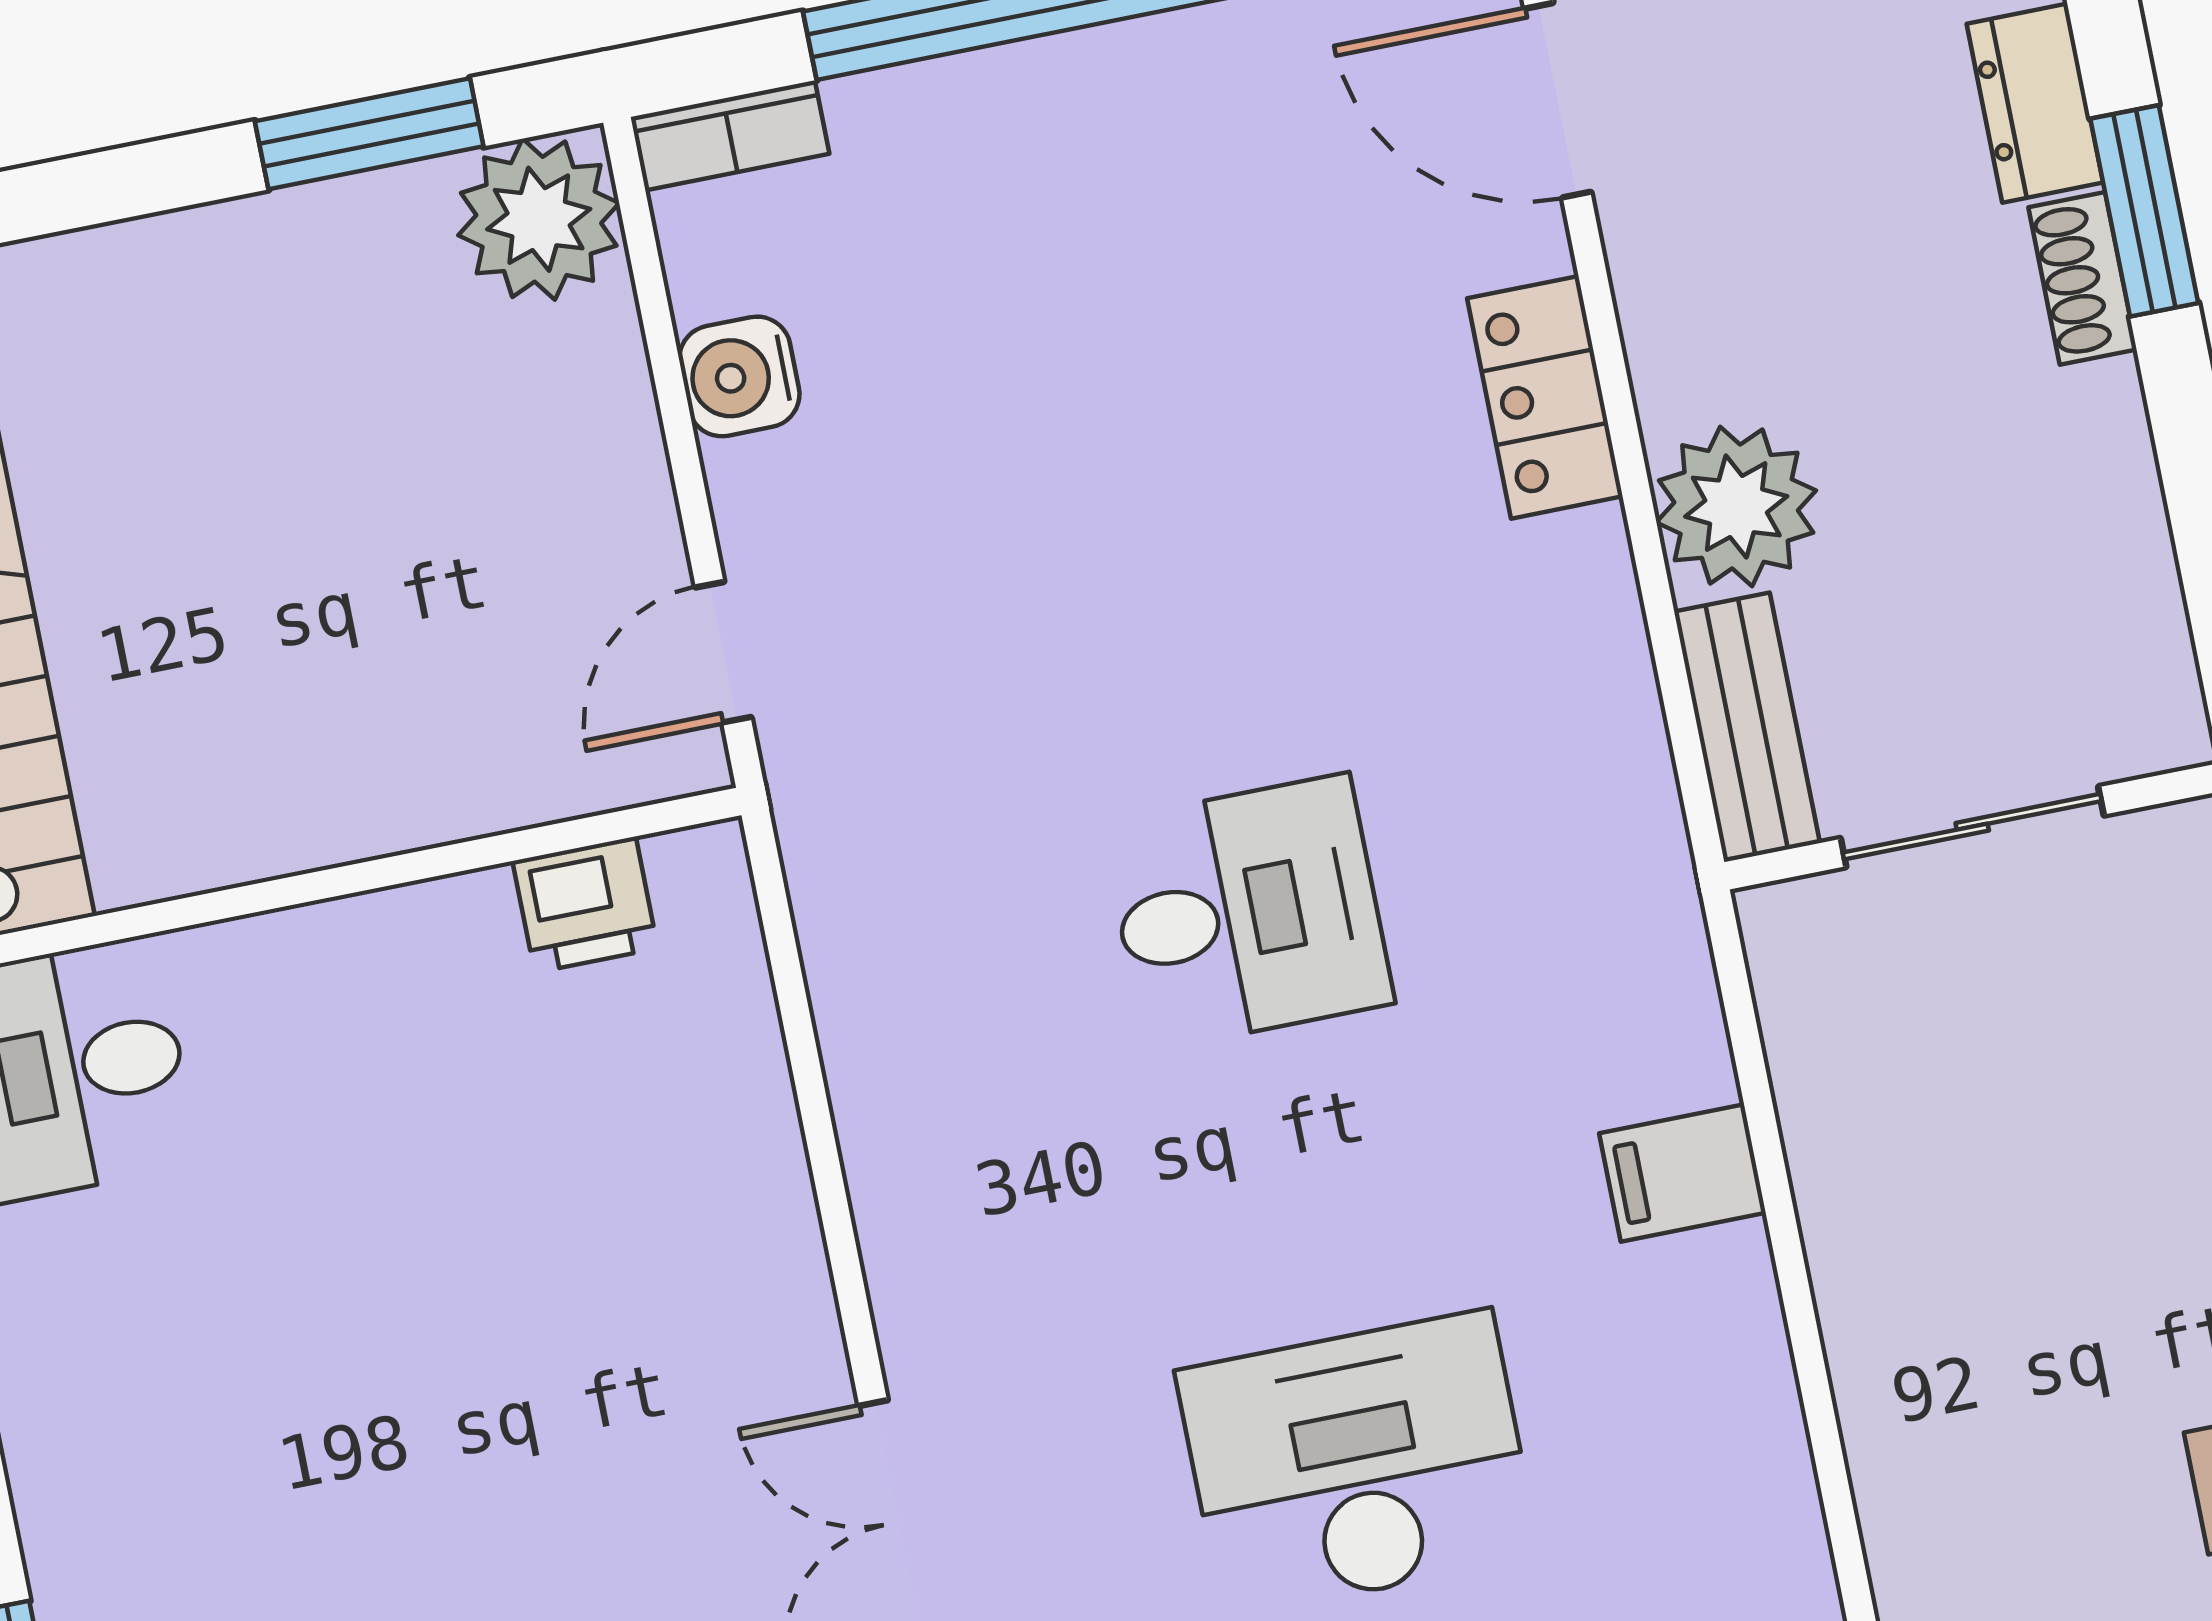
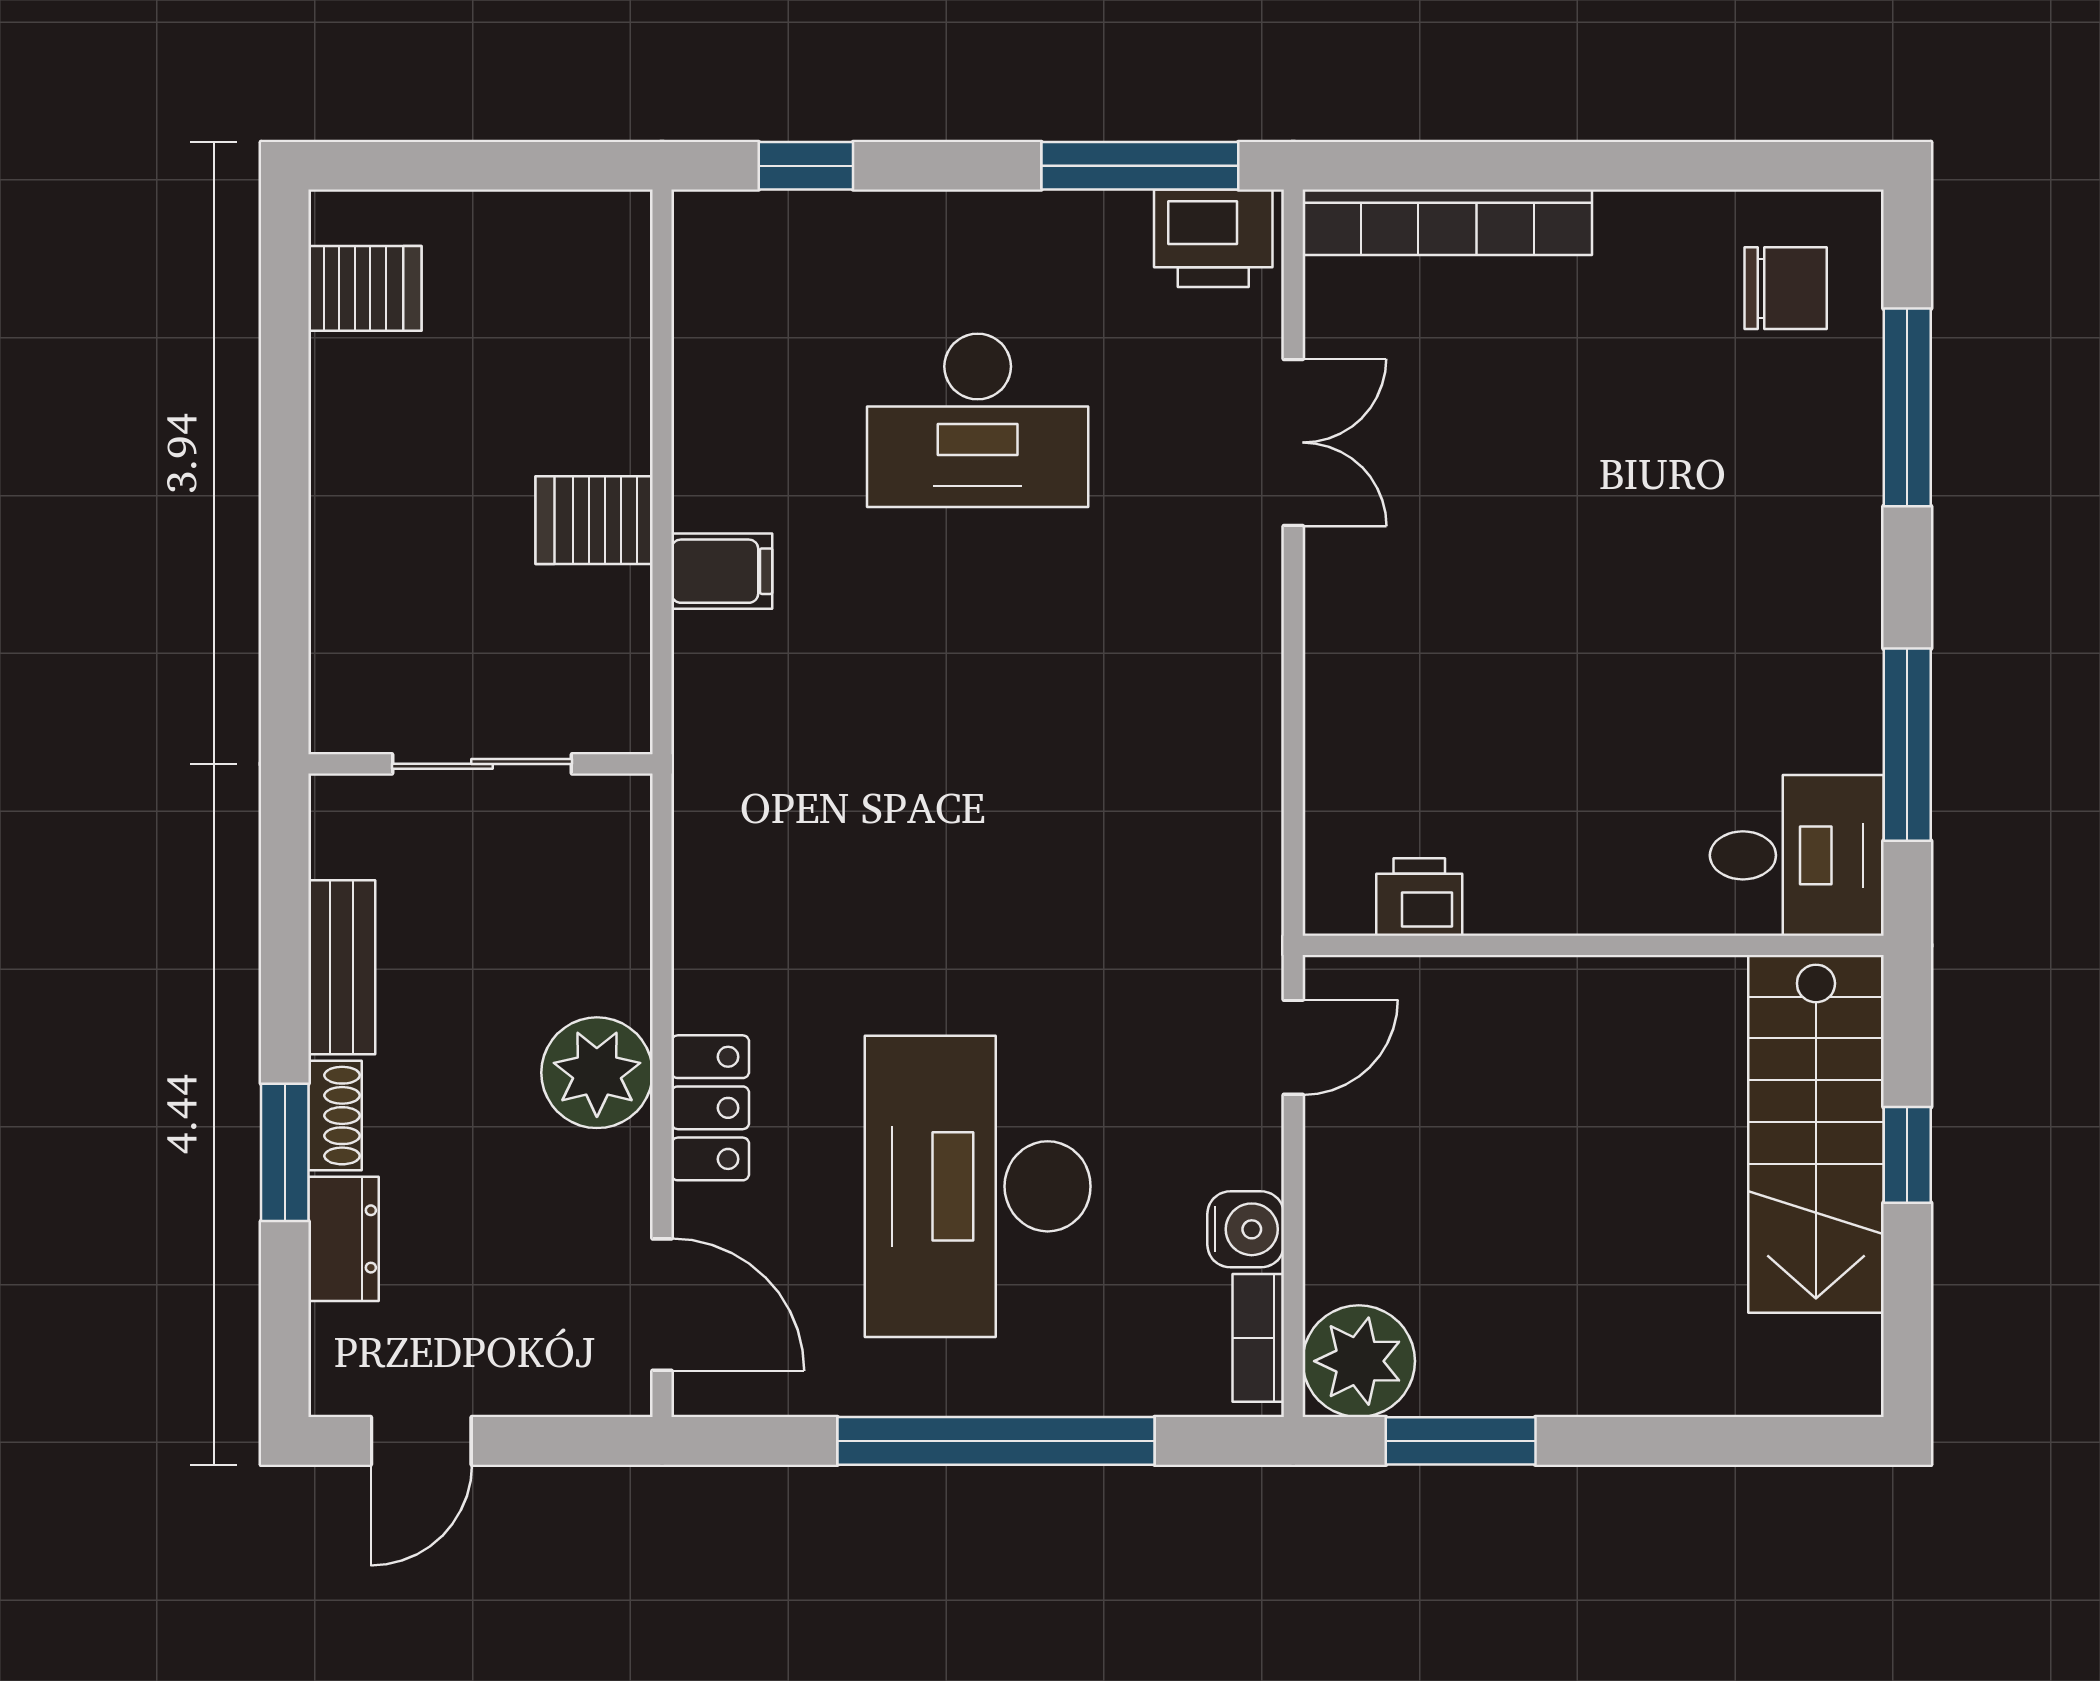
bookcase: (730, 135) -> (1258, 1338), moved, turned -90
plant: (1736, 506) -> (597, 1073), moved
bench: (1747, 727) -> (342, 967), moved
desk: (1248, 912) -> (978, 1186), moved, width x1.87, depth x1.30
server rack: (1881, 1210) -> (594, 520), added

